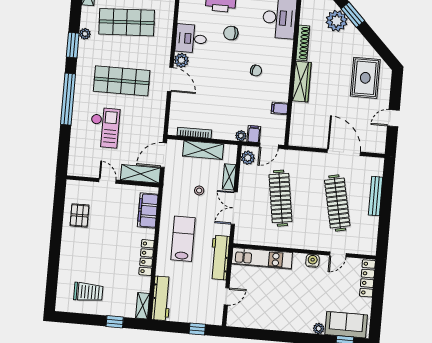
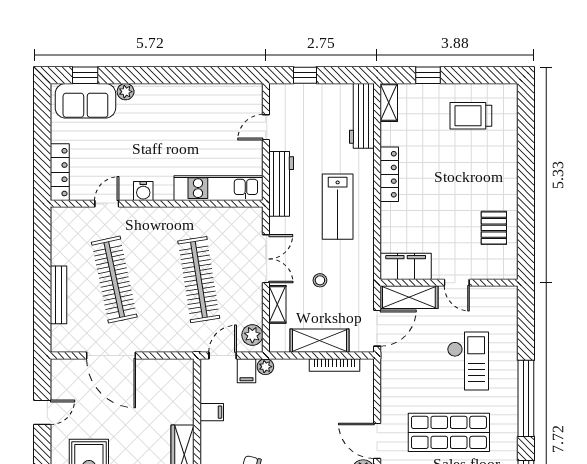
checkout: (105, 128) -> (468, 361), turned 180
filing cabinet: (148, 211) -> (406, 266), moved, turned -90

